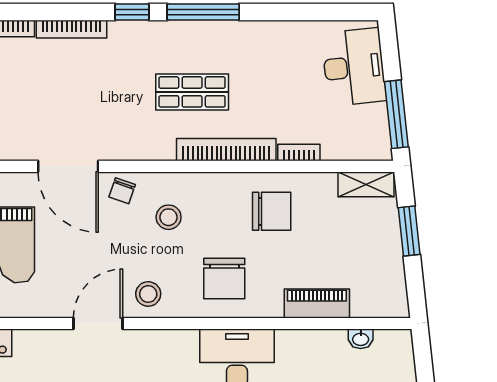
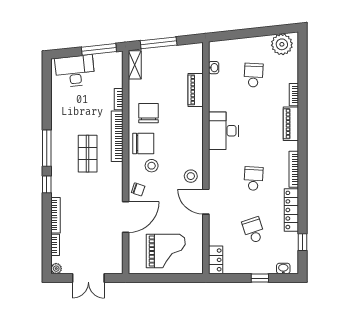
window: (409, 231) -> (159, 43), width x1.44
chair: (224, 278) -> (143, 143), moved

